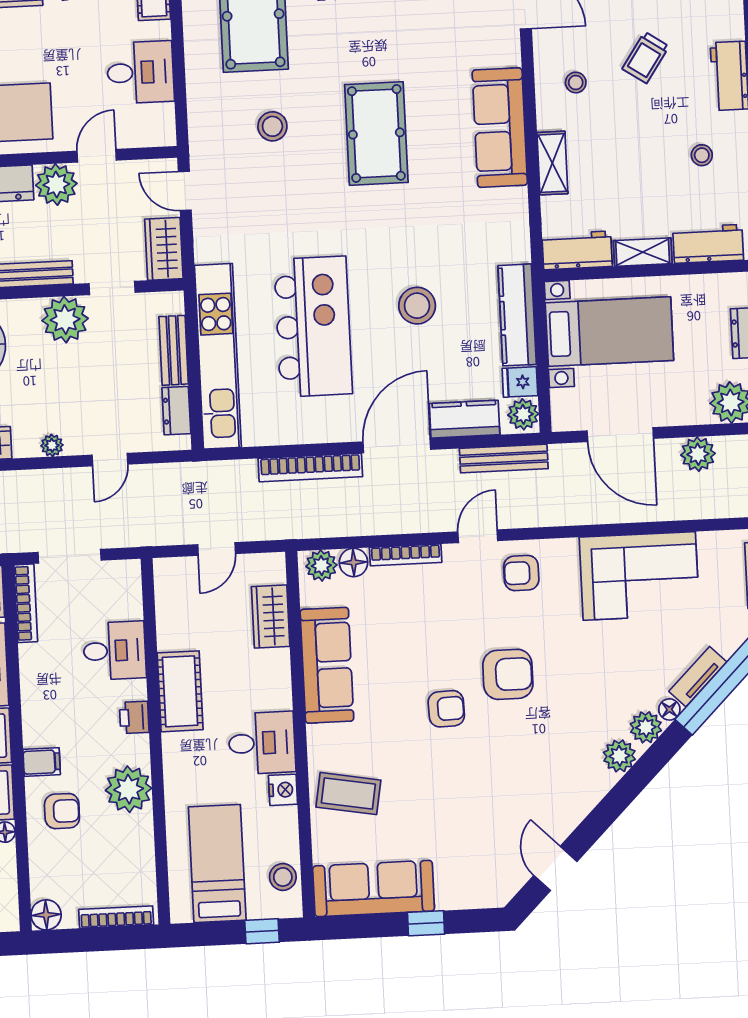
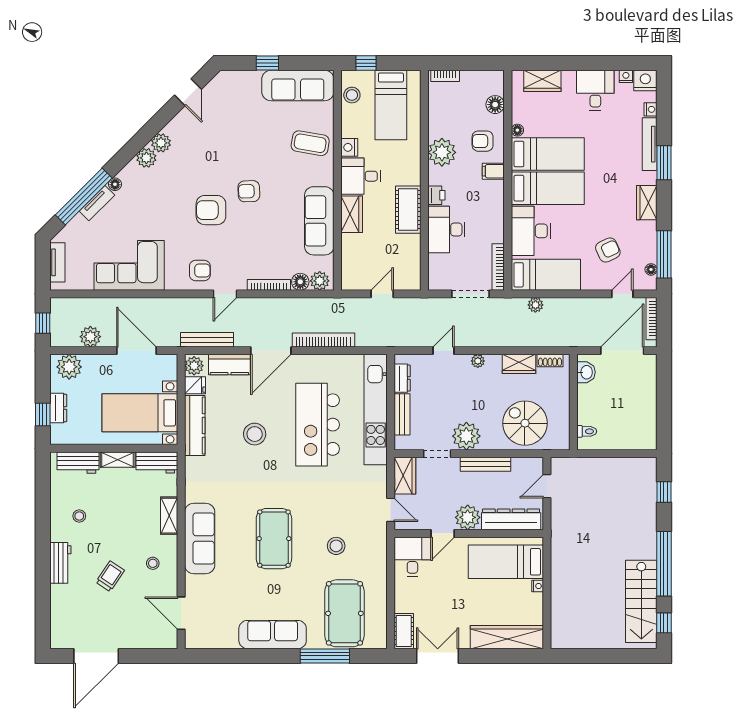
desk: (140, 72) -> (412, 557), moved, turned 90
wardrobe: (271, 617) -> (352, 214), moved
desk: (115, 651) -> (446, 229), width x1.37
plant: (646, 727) -> (161, 143), moved
floor lamp: (46, 915) -> (495, 105), moved
bookcase: (116, 917) -> (445, 76), width x0.64

